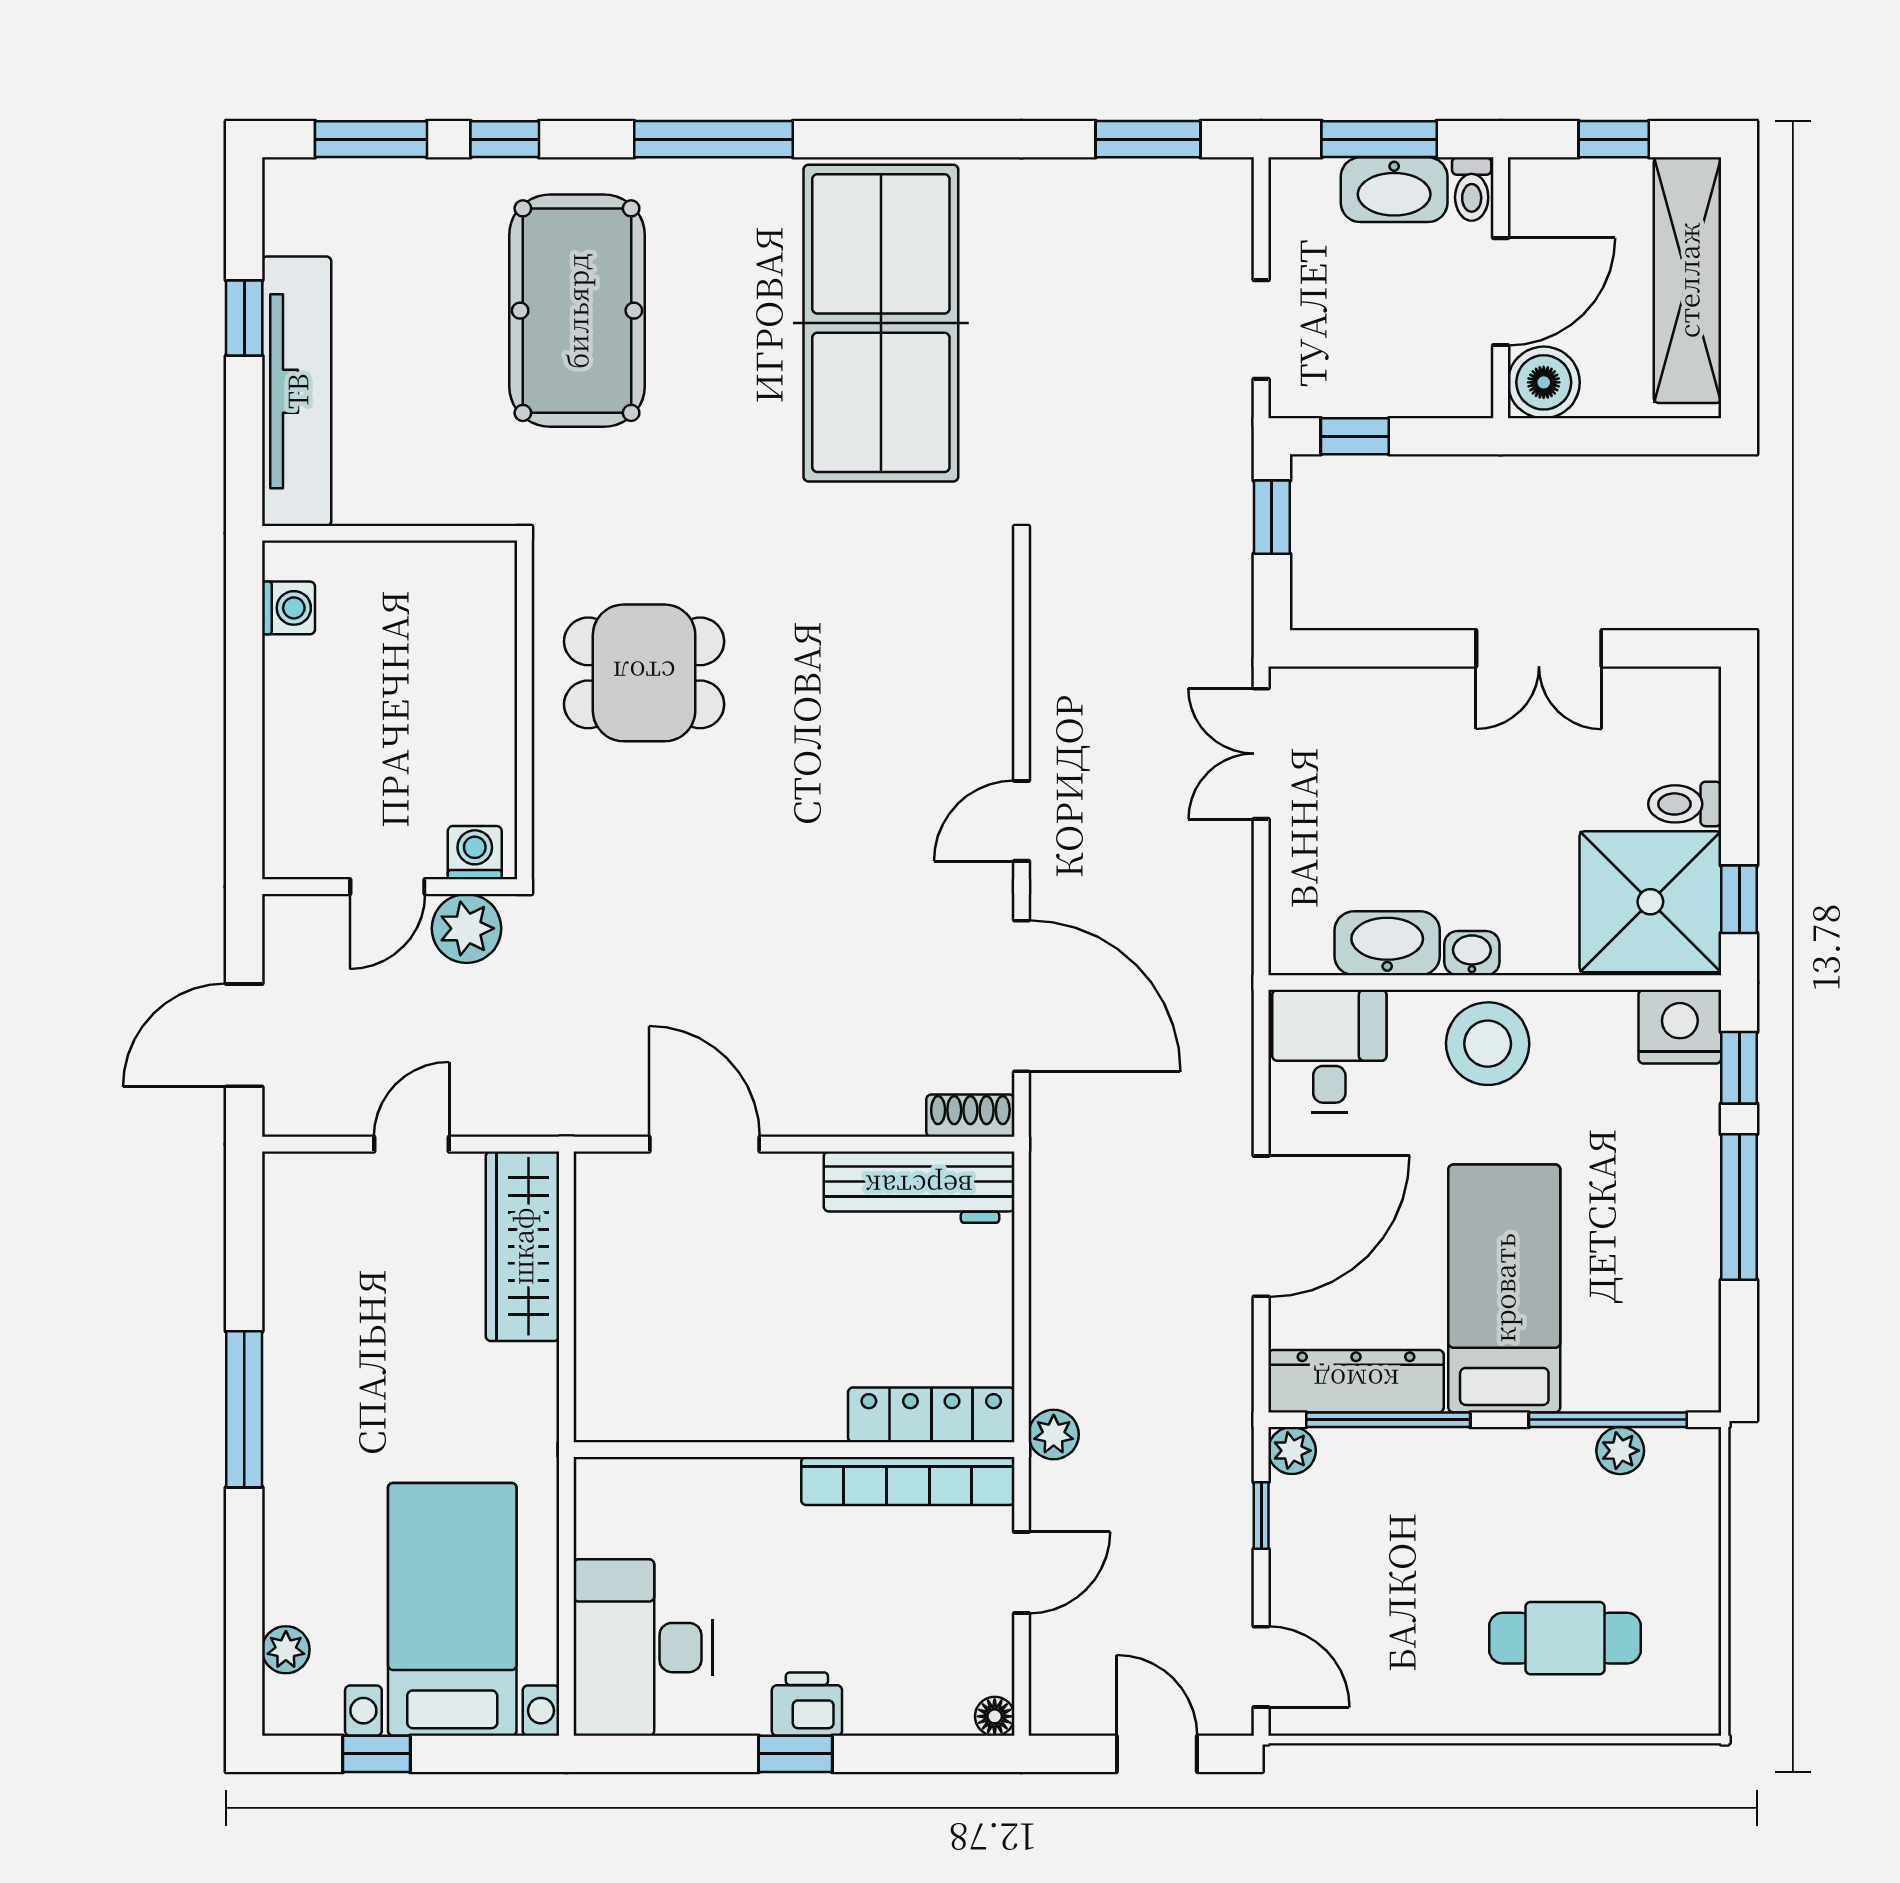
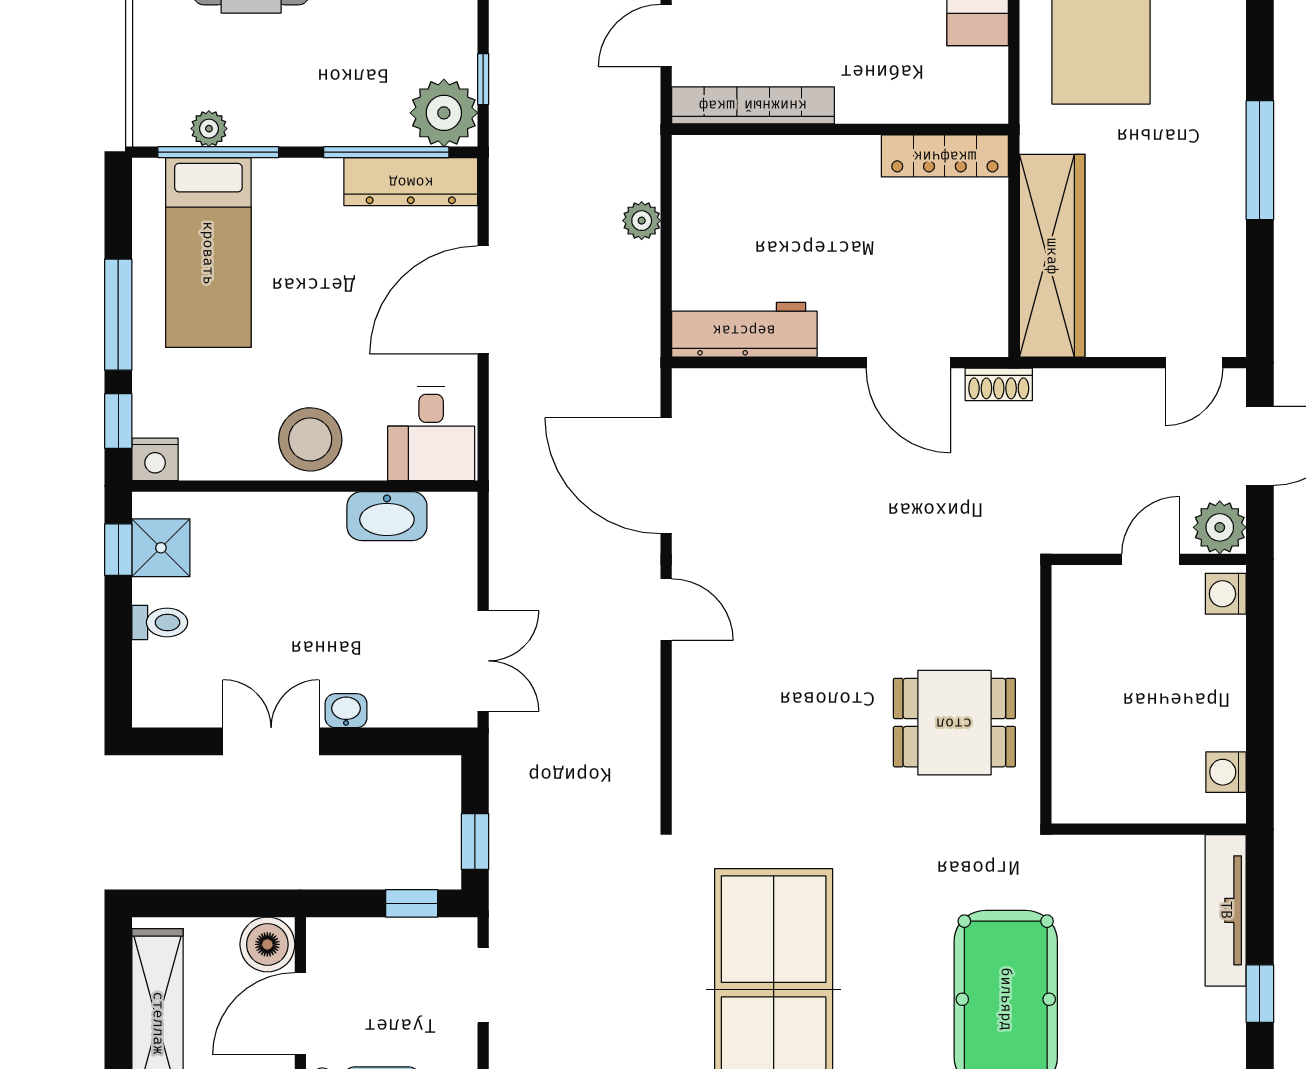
tv unit: (297, 391) -> (1226, 910), width x0.73, depth x0.78
door: (1022, 821) -> (666, 610), hinge flipped
washing machine: (475, 853) -> (1226, 594), moved, turned 90
shower: (1650, 902) -> (161, 548), width x0.54, depth x0.54
plant: (467, 928) -> (1220, 527), moved
washbasin: (1472, 953) -> (346, 711), moved, turned 180
nightstand: (1680, 1027) -> (155, 459), width x0.74, depth x0.75
shoe rack: (970, 1116) -> (999, 384), moved
door: (412, 1144) -> (1194, 363), moved
wardrobe: (522, 1246) -> (1052, 256), width x1.40, depth x1.17
bed: (1504, 1288) -> (208, 253), moved
locker: (931, 1415) -> (945, 156), moved
plant: (1054, 1434) -> (642, 221), moved
plant: (1292, 1451) -> (444, 113), width x1.88, depth x1.88

